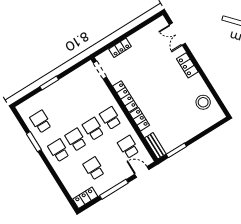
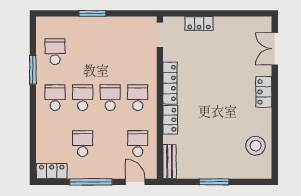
window: (176, 150) -> (214, 182), moved

